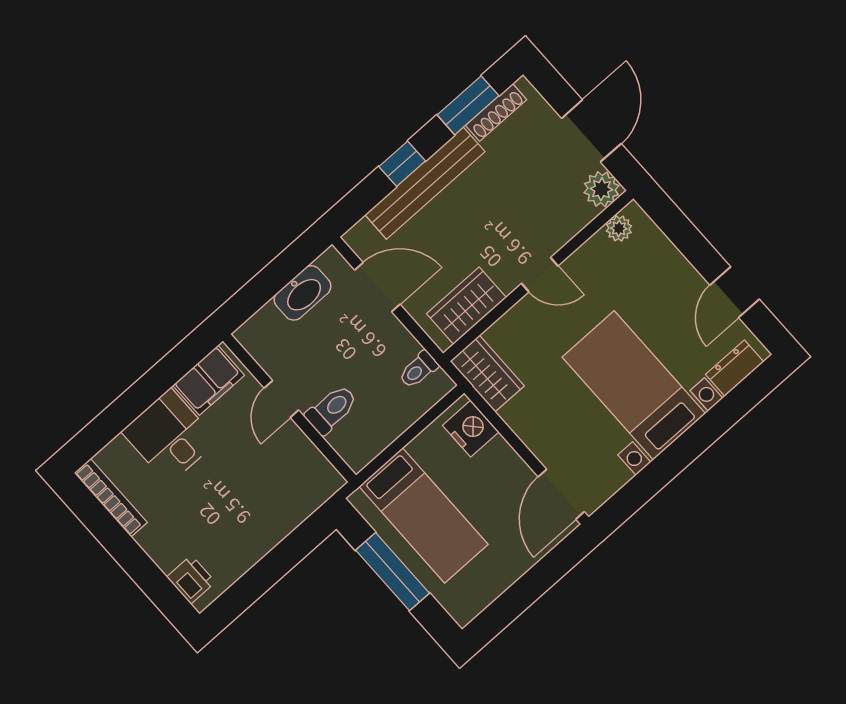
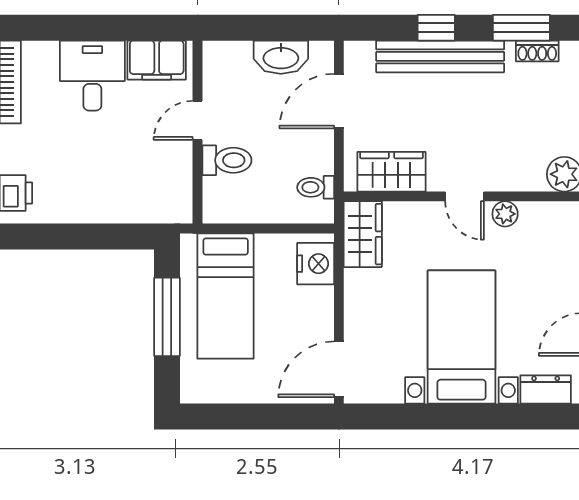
shoe rack: (496, 112) -> (537, 51), width x0.70
plant: (619, 228) -> (505, 214), moved
door: (377, 287) -> (339, 101), swing flipped

